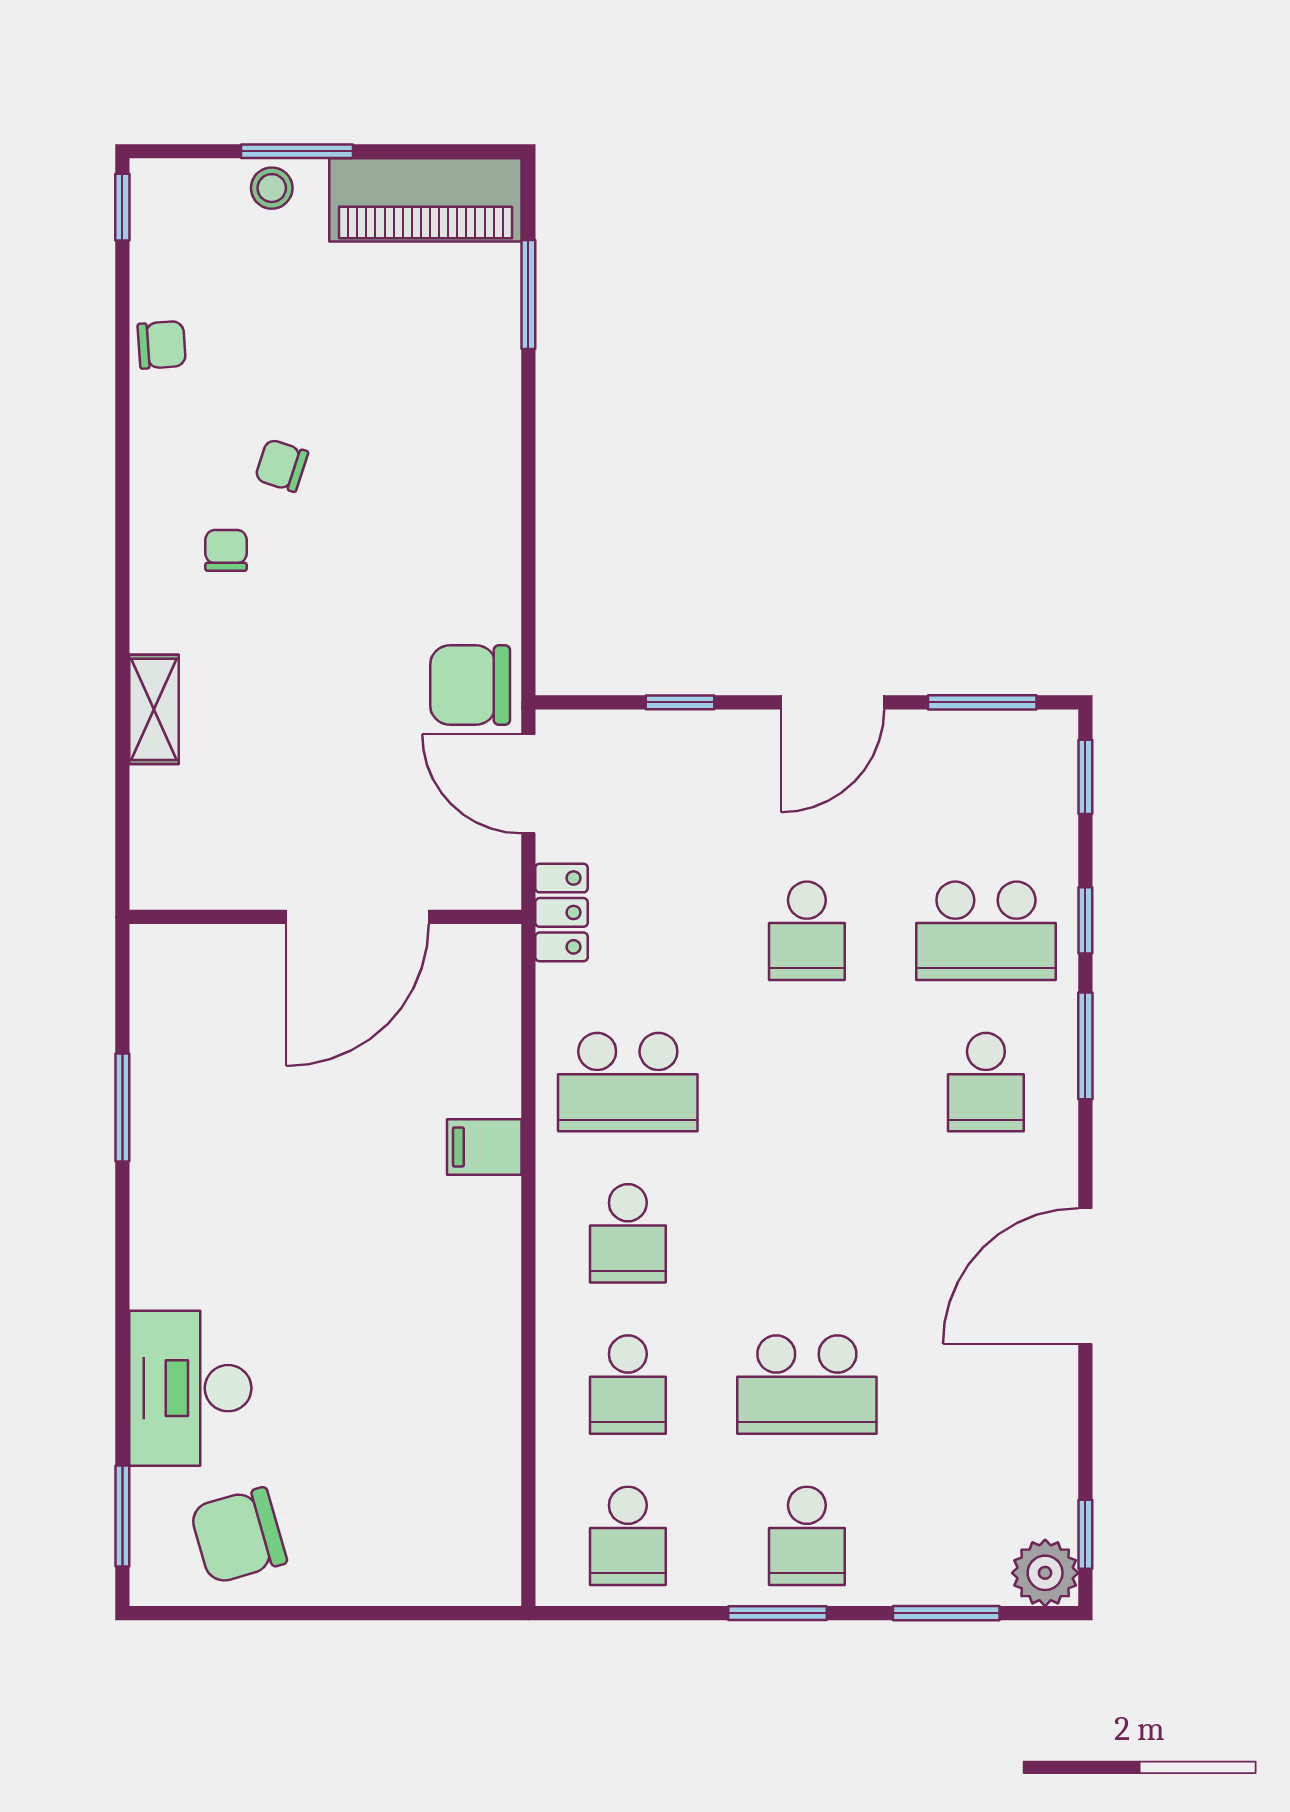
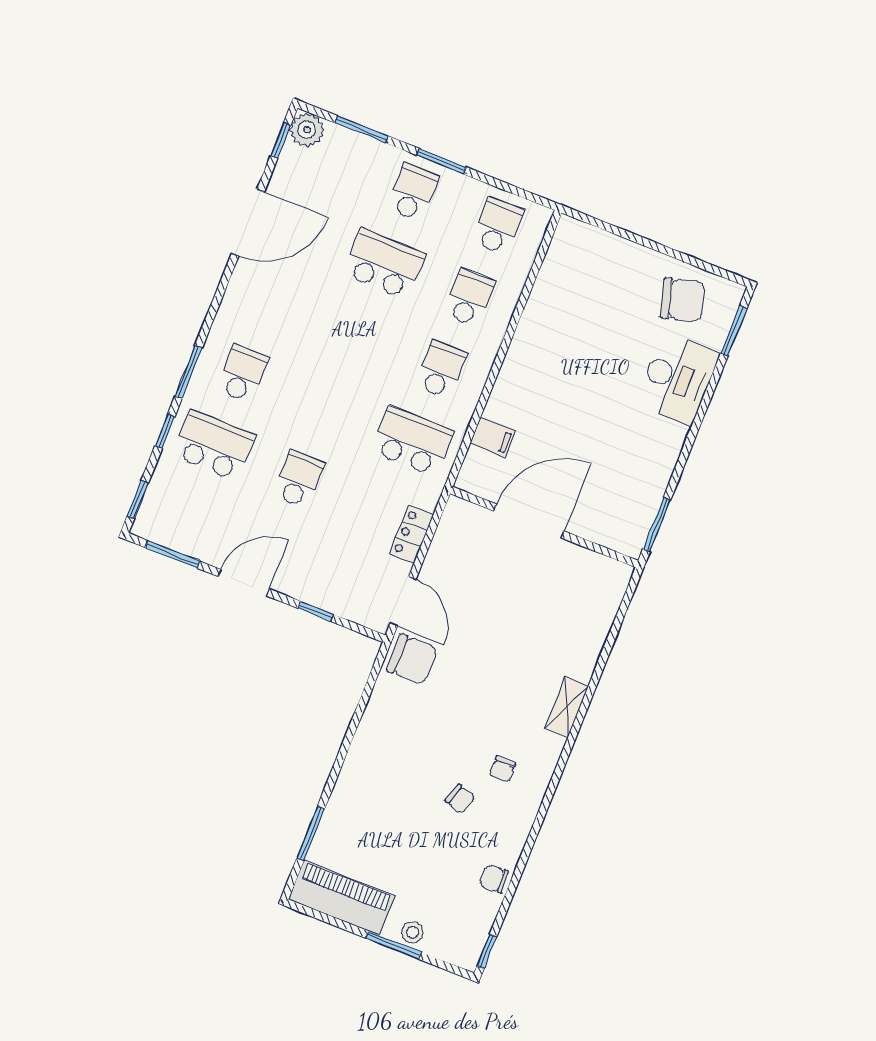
wall: (325, 917) -> (544, 527), moved
door: (358, 917) -> (529, 521), moved
door: (1085, 1276) -> (248, 223), moved

